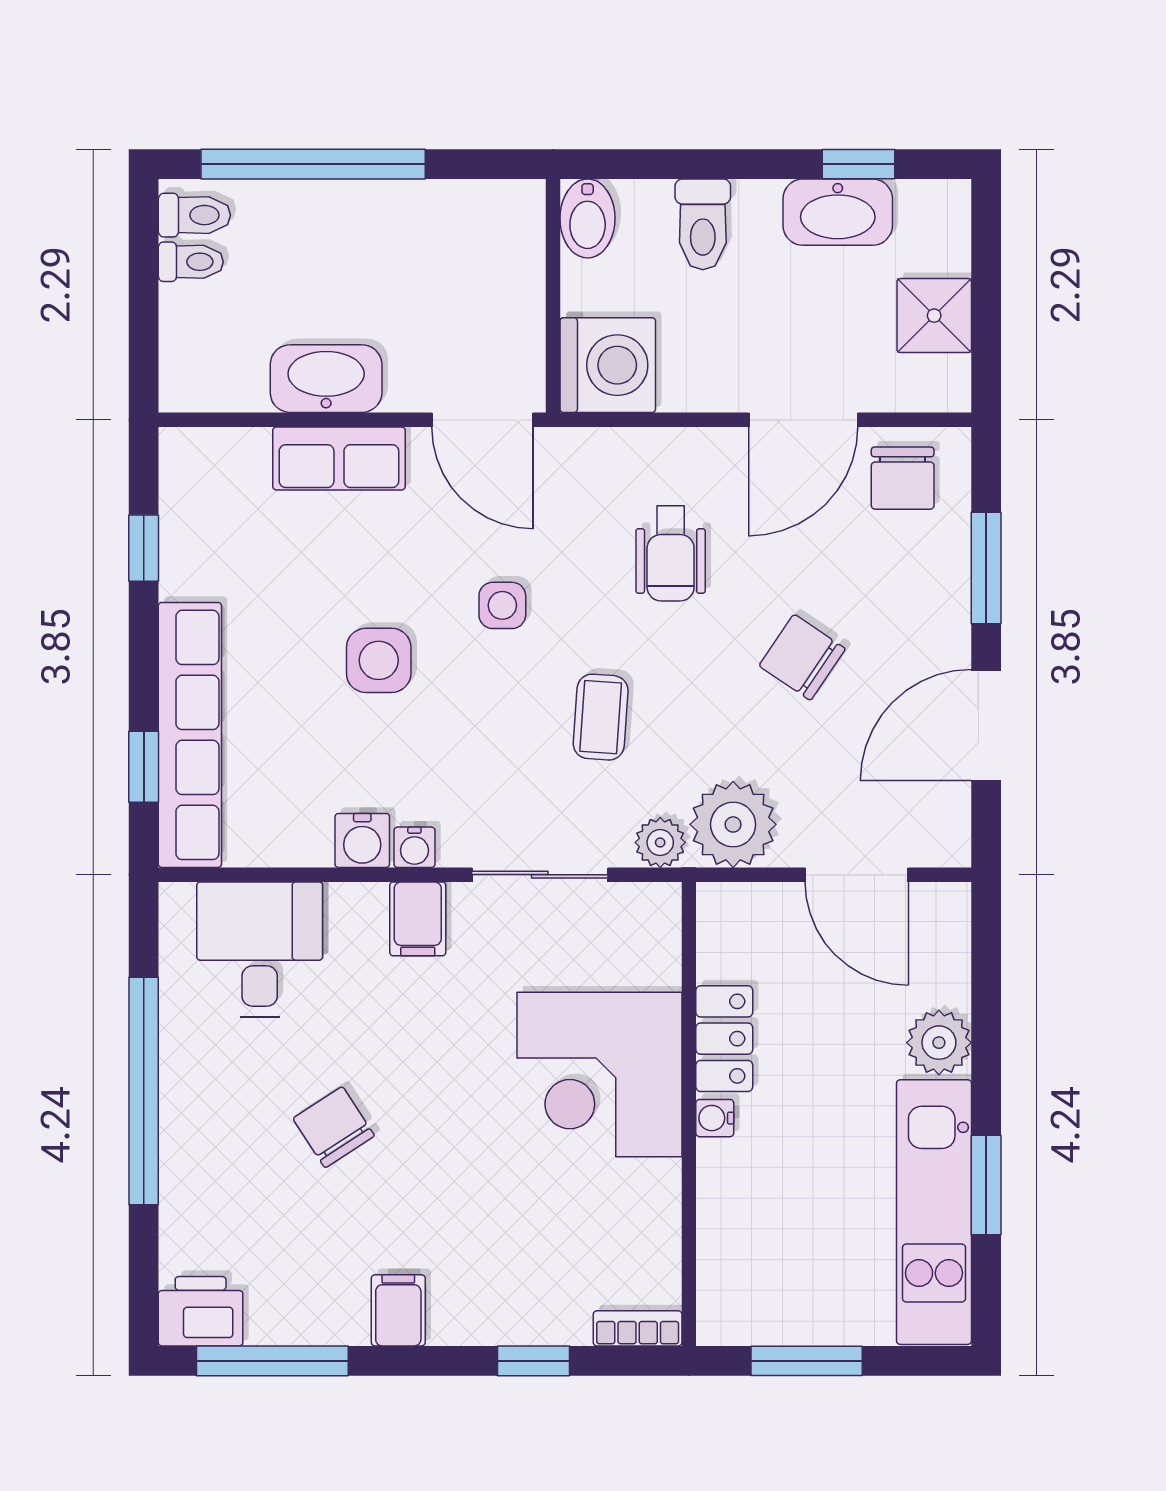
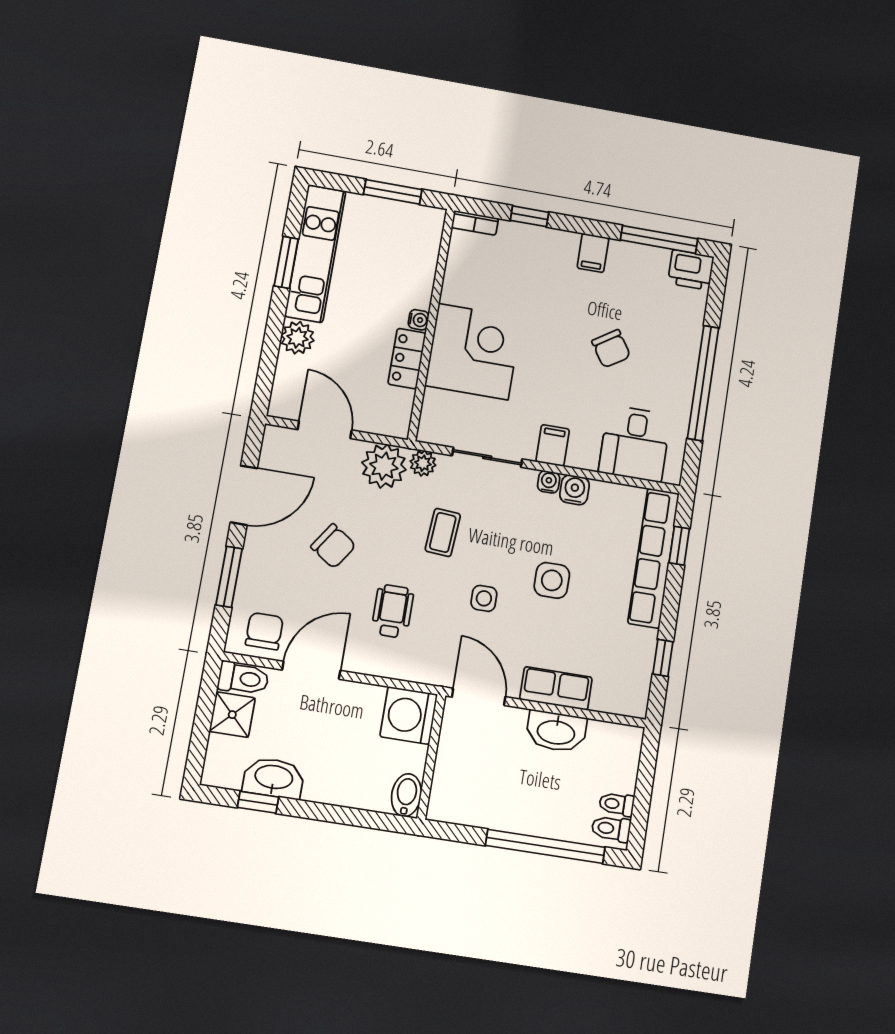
toilet: (703, 224) -> (243, 678), moved, turned 90

